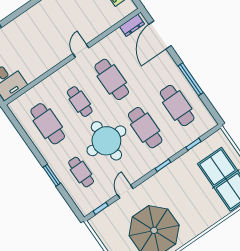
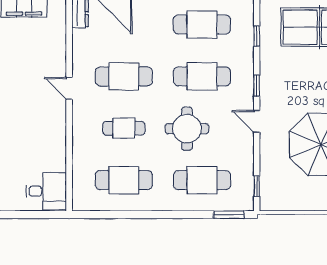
round table: (106, 141) -> (187, 129), width x0.73, depth x0.73
cafe table: (81, 172) -> (202, 180), width x1.37, depth x1.35
window: (52, 175) -> (229, 215), moved
door: (125, 192) -> (257, 121), moved

